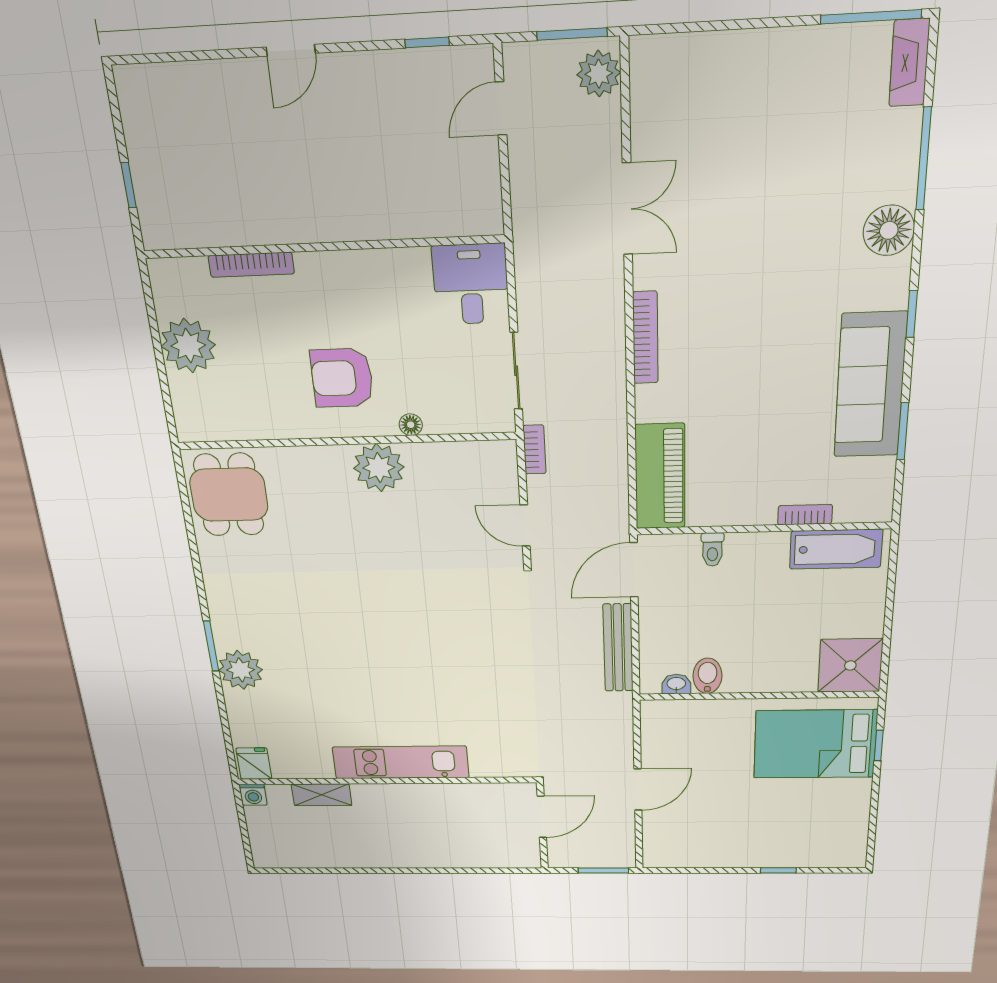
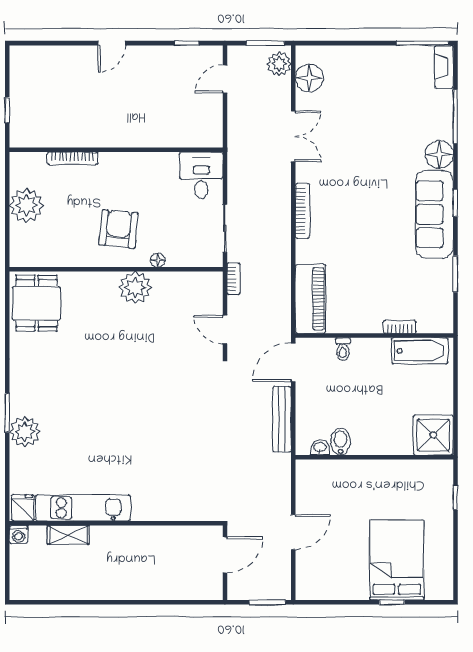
floor lamp: (655, 98) -> (309, 78), added
armchair: (342, 378) -> (119, 229), turned 96
sofa: (870, 385) -> (434, 214), moved
bed: (815, 744) -> (397, 560), moved, turned 90
kitchen unit: (401, 762) -> (83, 508), moved

